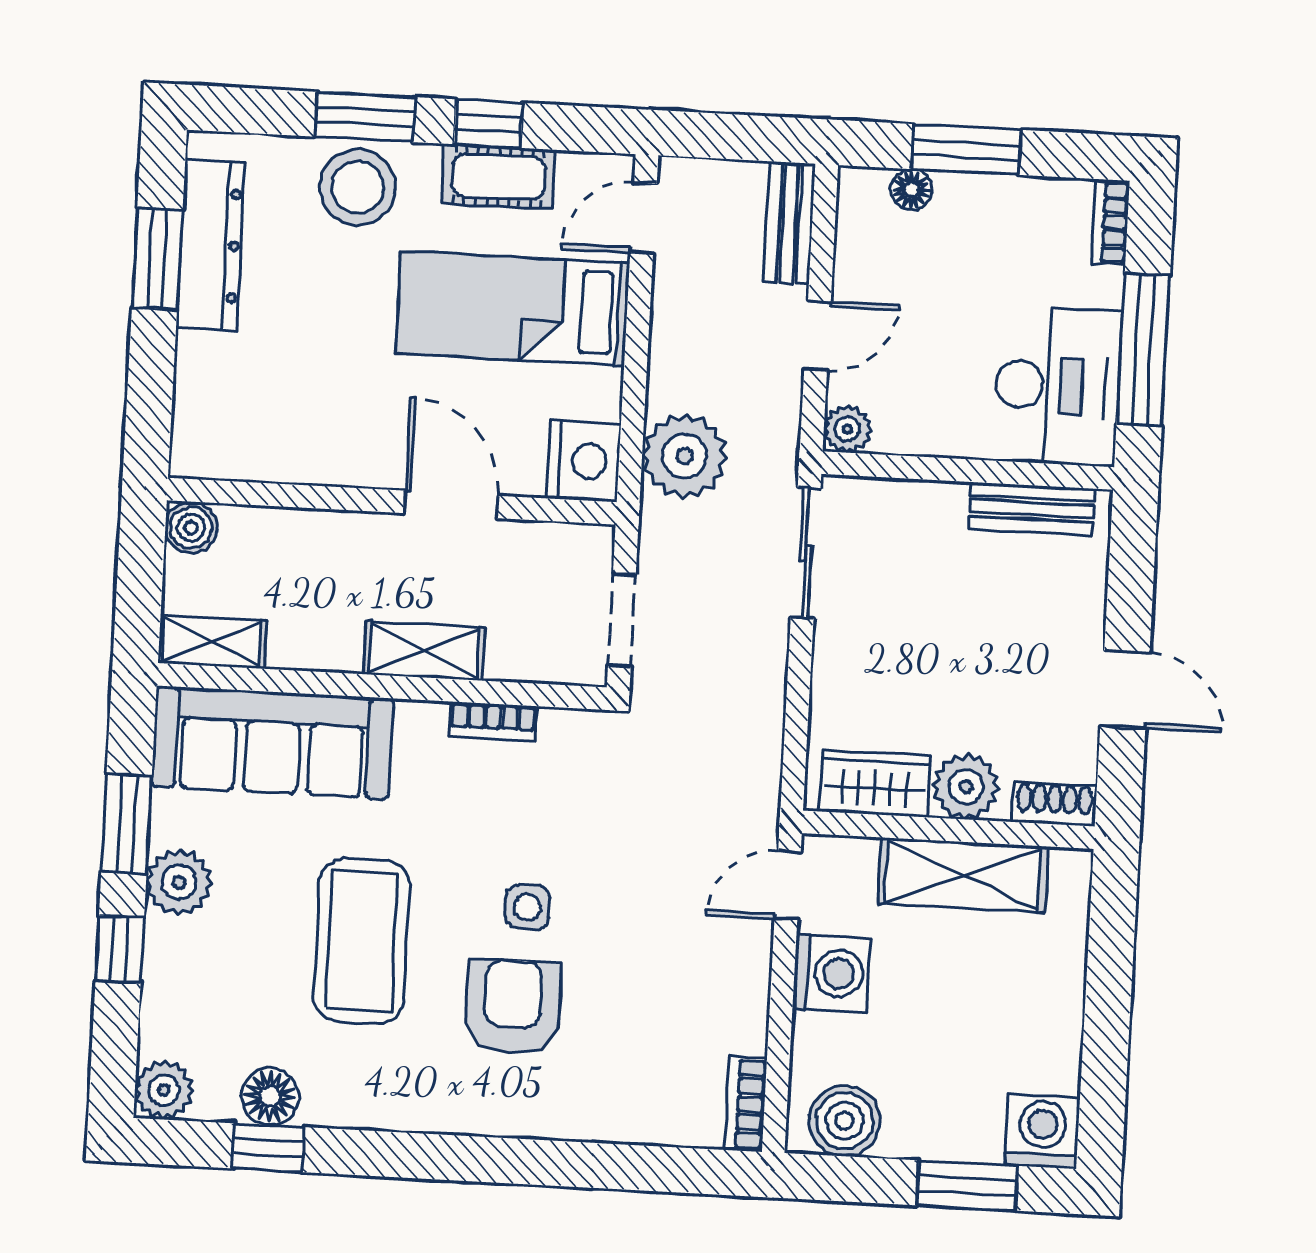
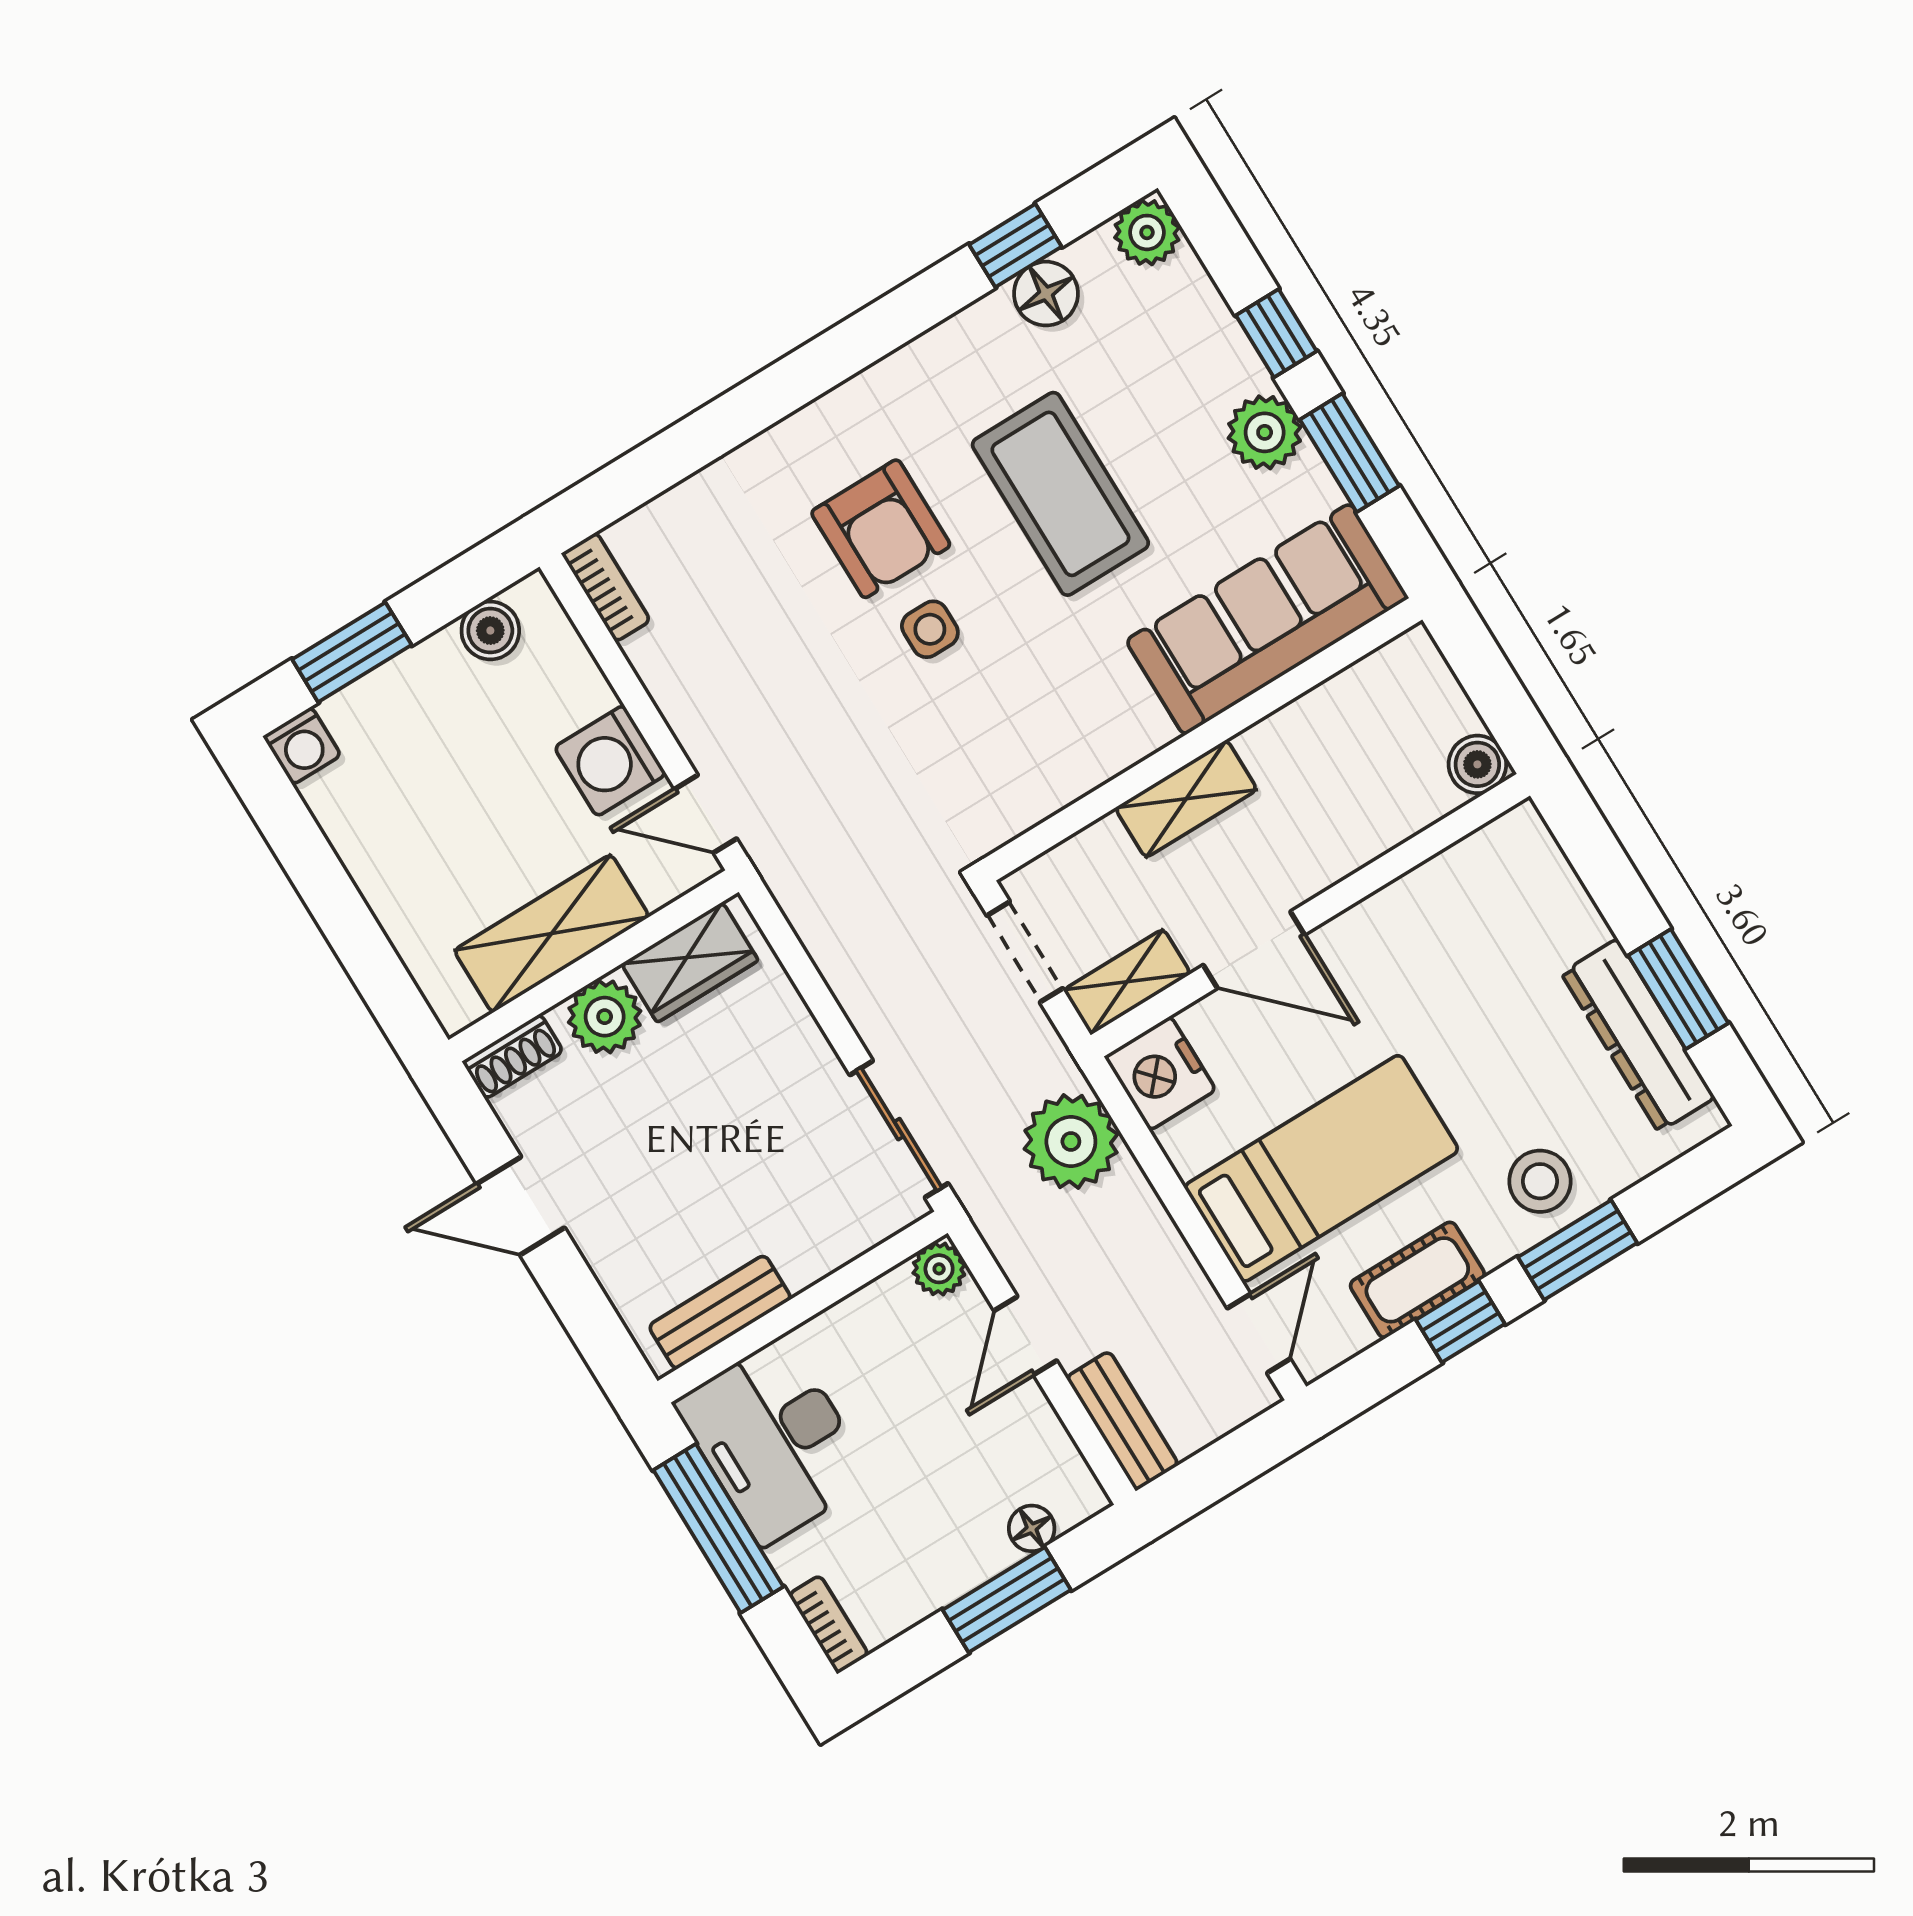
stool: (358, 187) -> (1540, 1181), width x0.73, depth x0.73
shelving: (212, 642) -> (1127, 982), moved
bookcase: (493, 721) -> (1079, 778), removed
door: (788, 885) -> (706, 814), swing flipped
boiler: (845, 1121) -> (490, 631), width x0.73, depth x0.73
washing machine: (1043, 1131) -> (302, 746), width x0.73, depth x0.73

